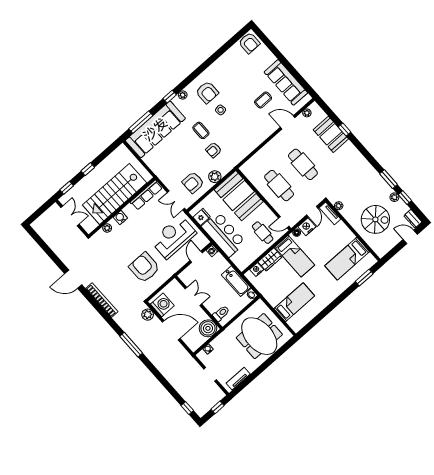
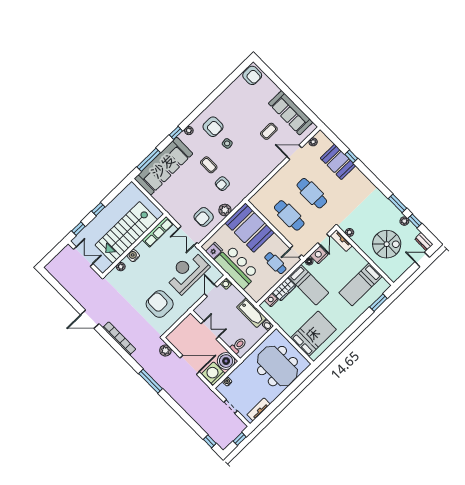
bed: (294, 302) -> (313, 334), width x1.50
washing machine: (162, 305) -> (213, 374), moved, turned -90

